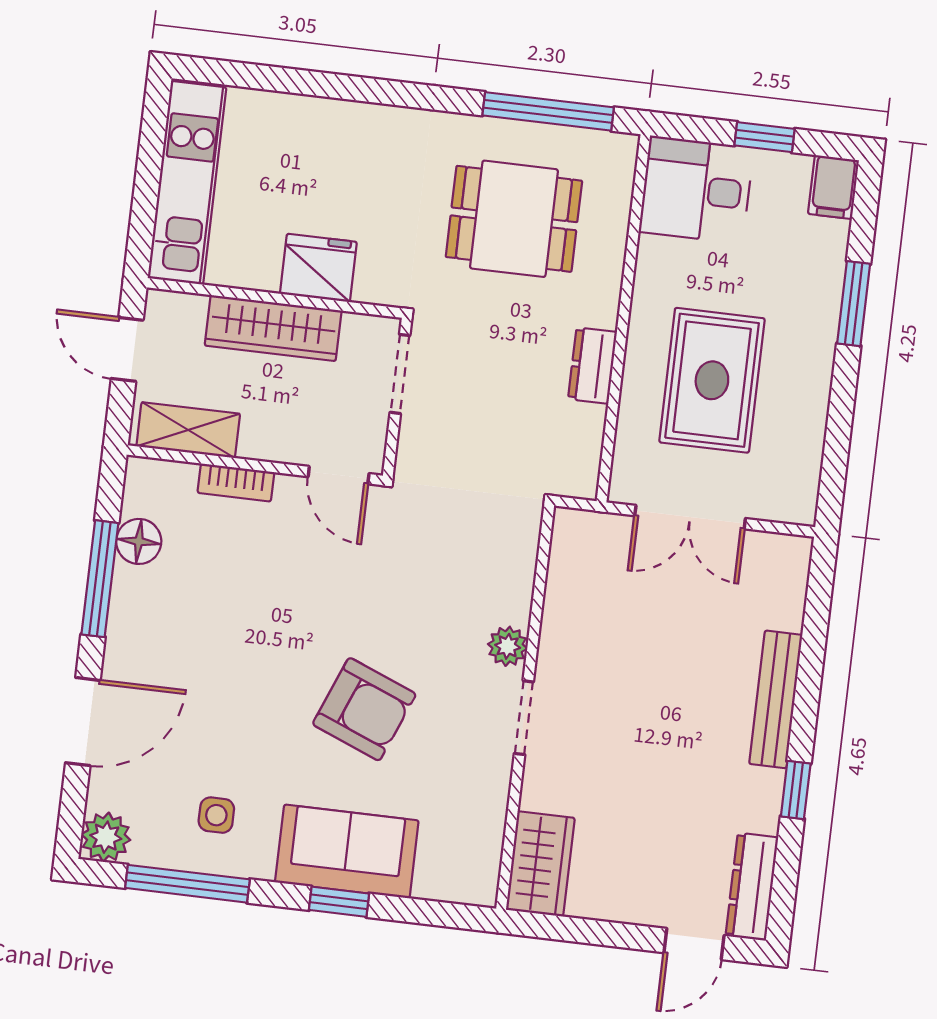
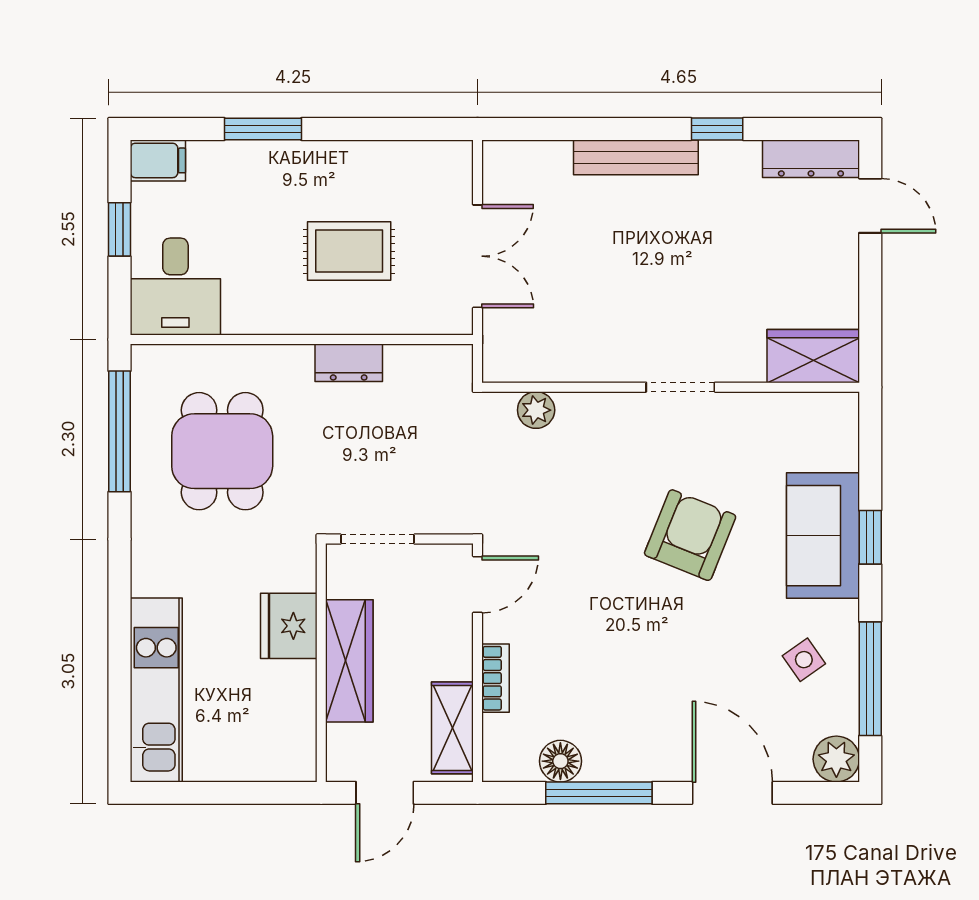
kitchen unit: (187, 183) -> (156, 690), moved, turned 90
rug: (712, 380) -> (349, 251), width x0.73, depth x0.70
plant: (508, 646) -> (536, 410), moved
side table: (216, 815) -> (804, 660), turned -35

